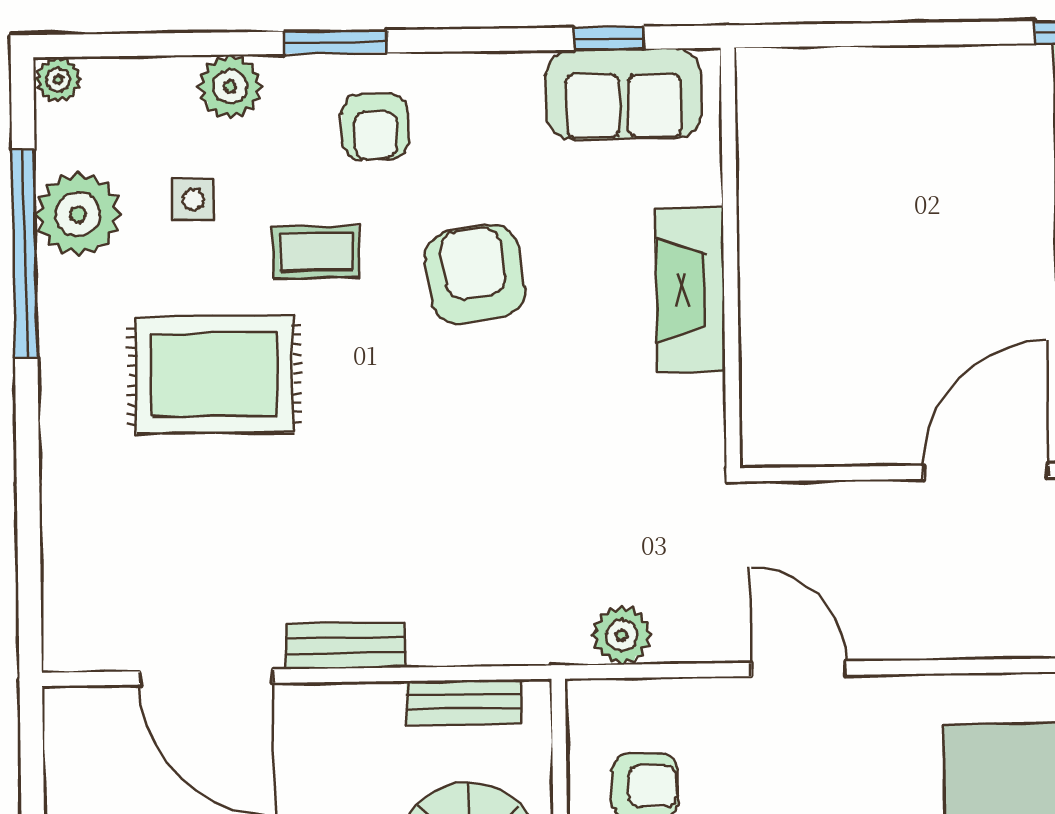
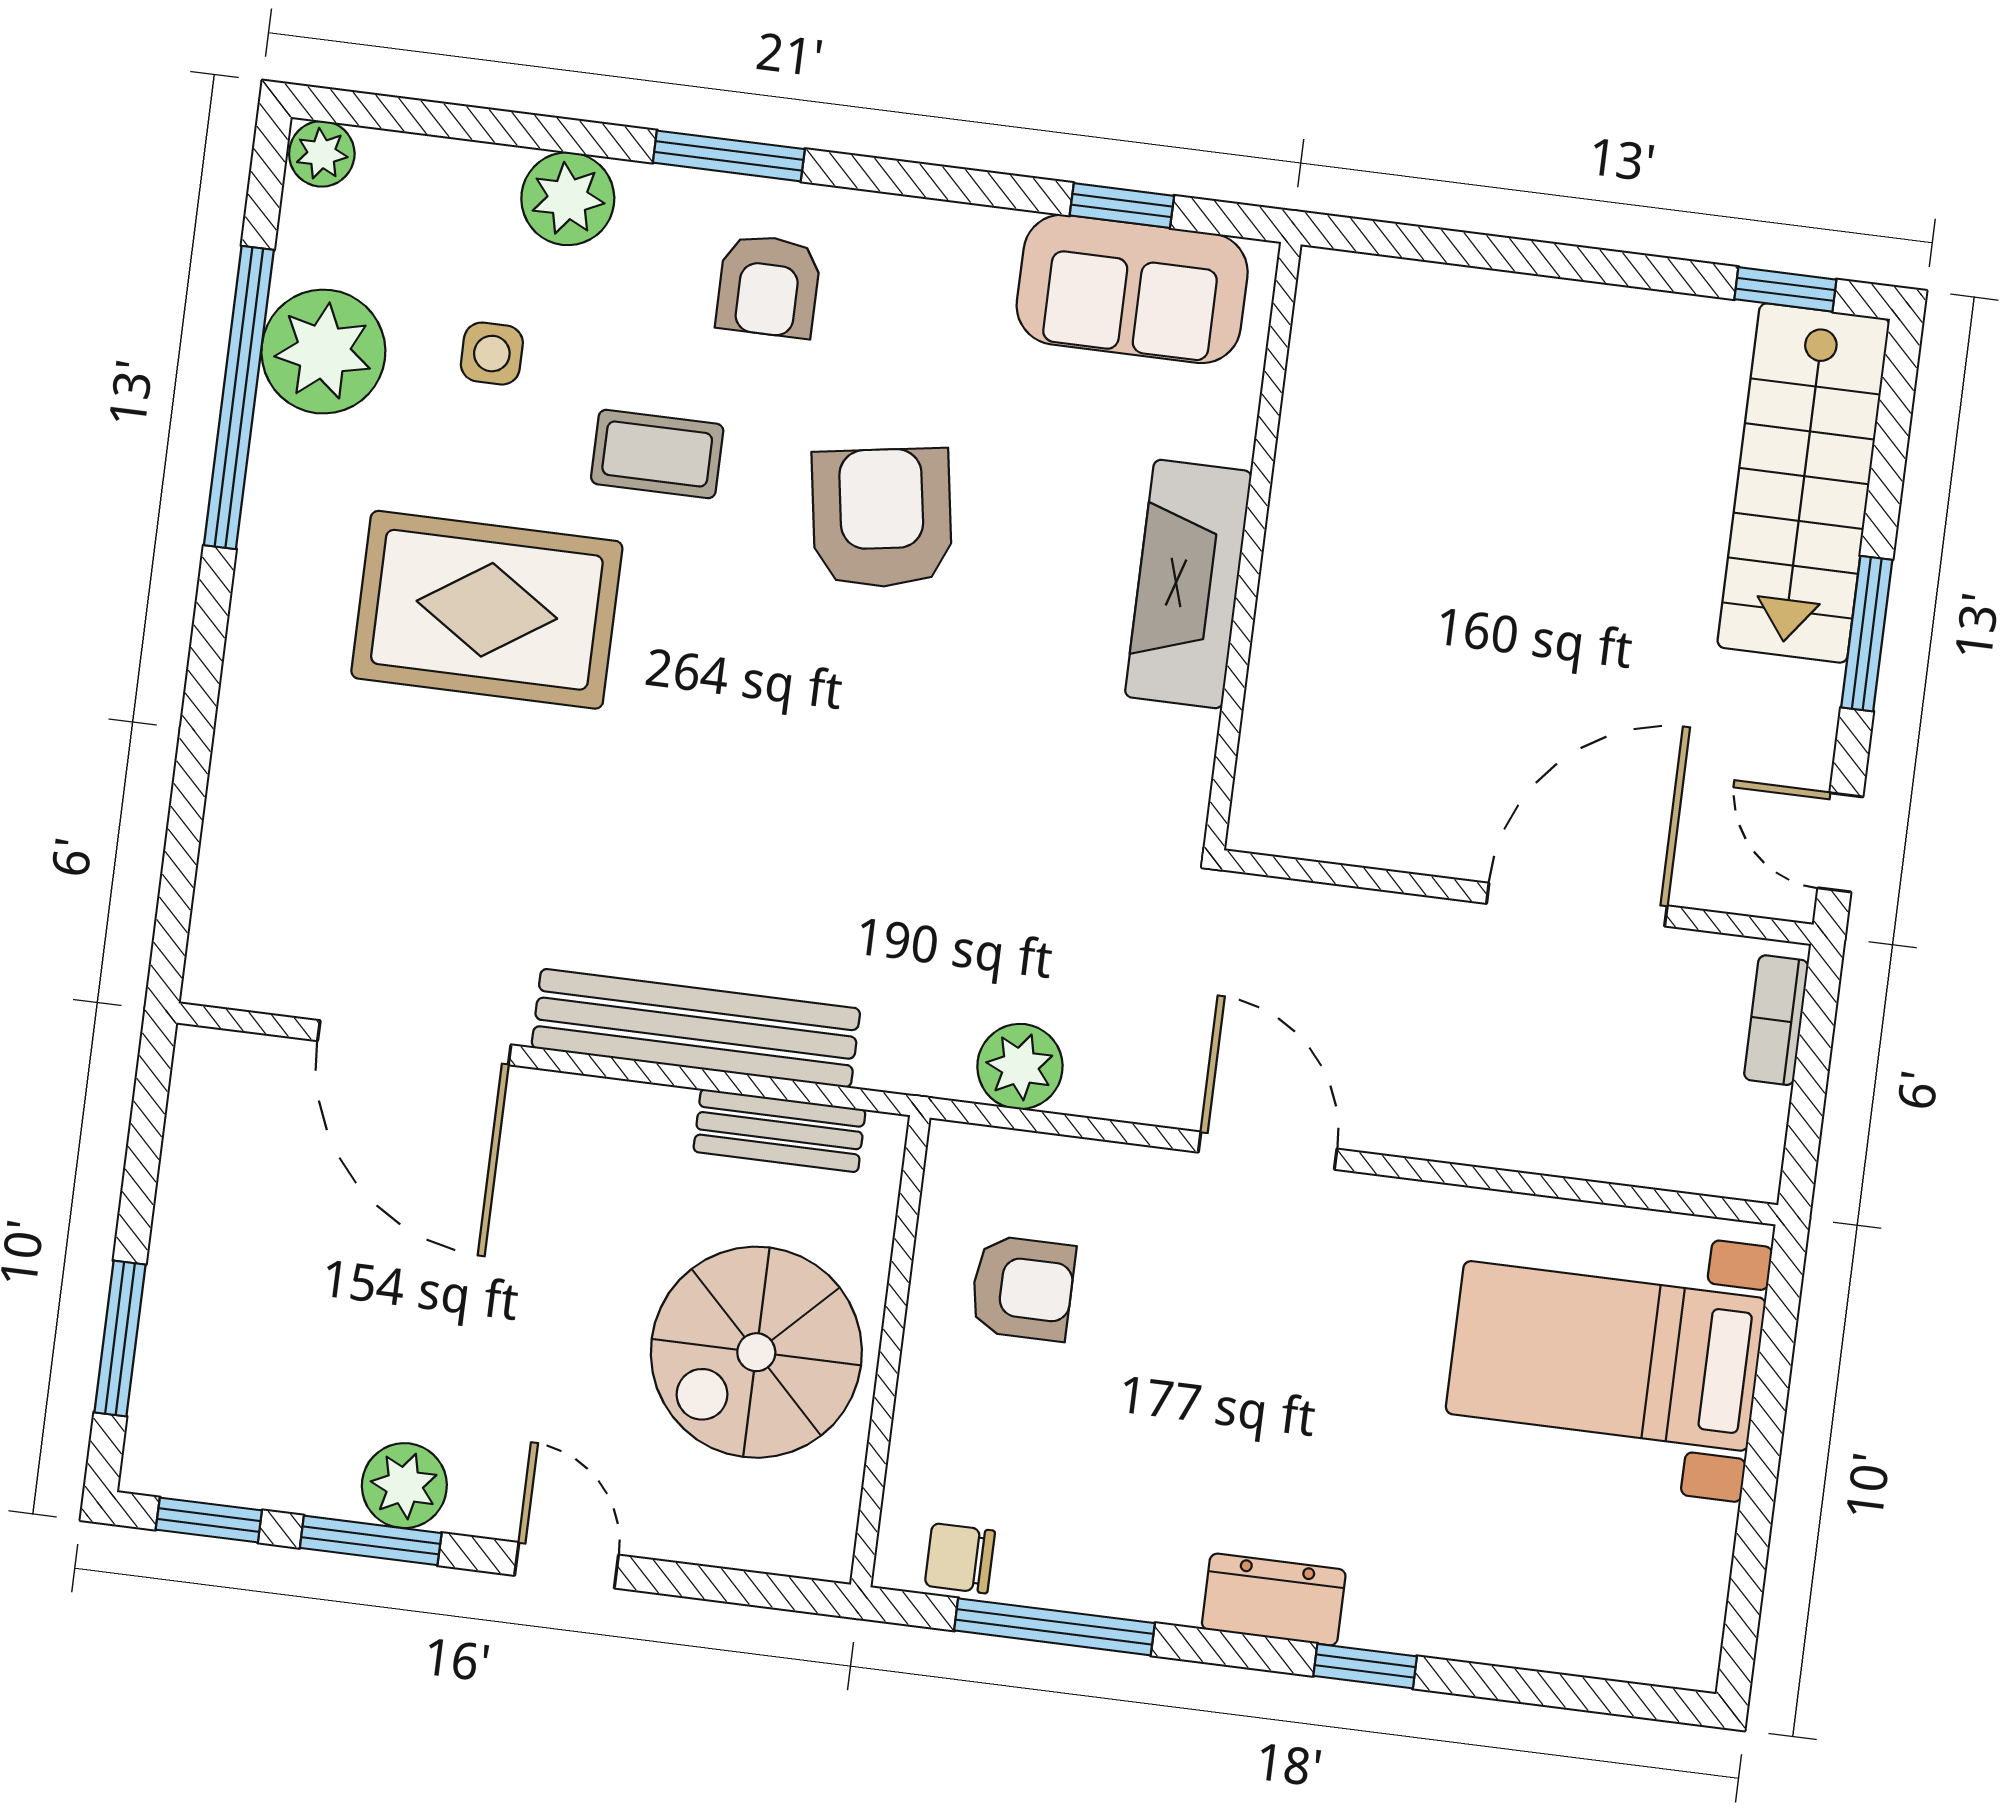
bench: (346, 646) -> (696, 1028), width x1.86, depth x1.21

